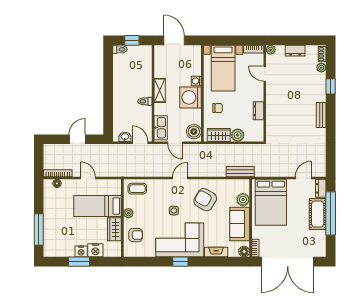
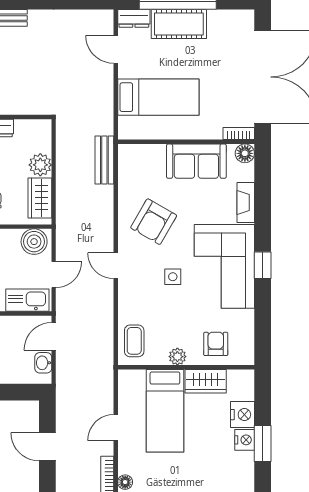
plant: (243, 200) -> (154, 155), removed
bed: (271, 202) -> (158, 97), width x0.67

